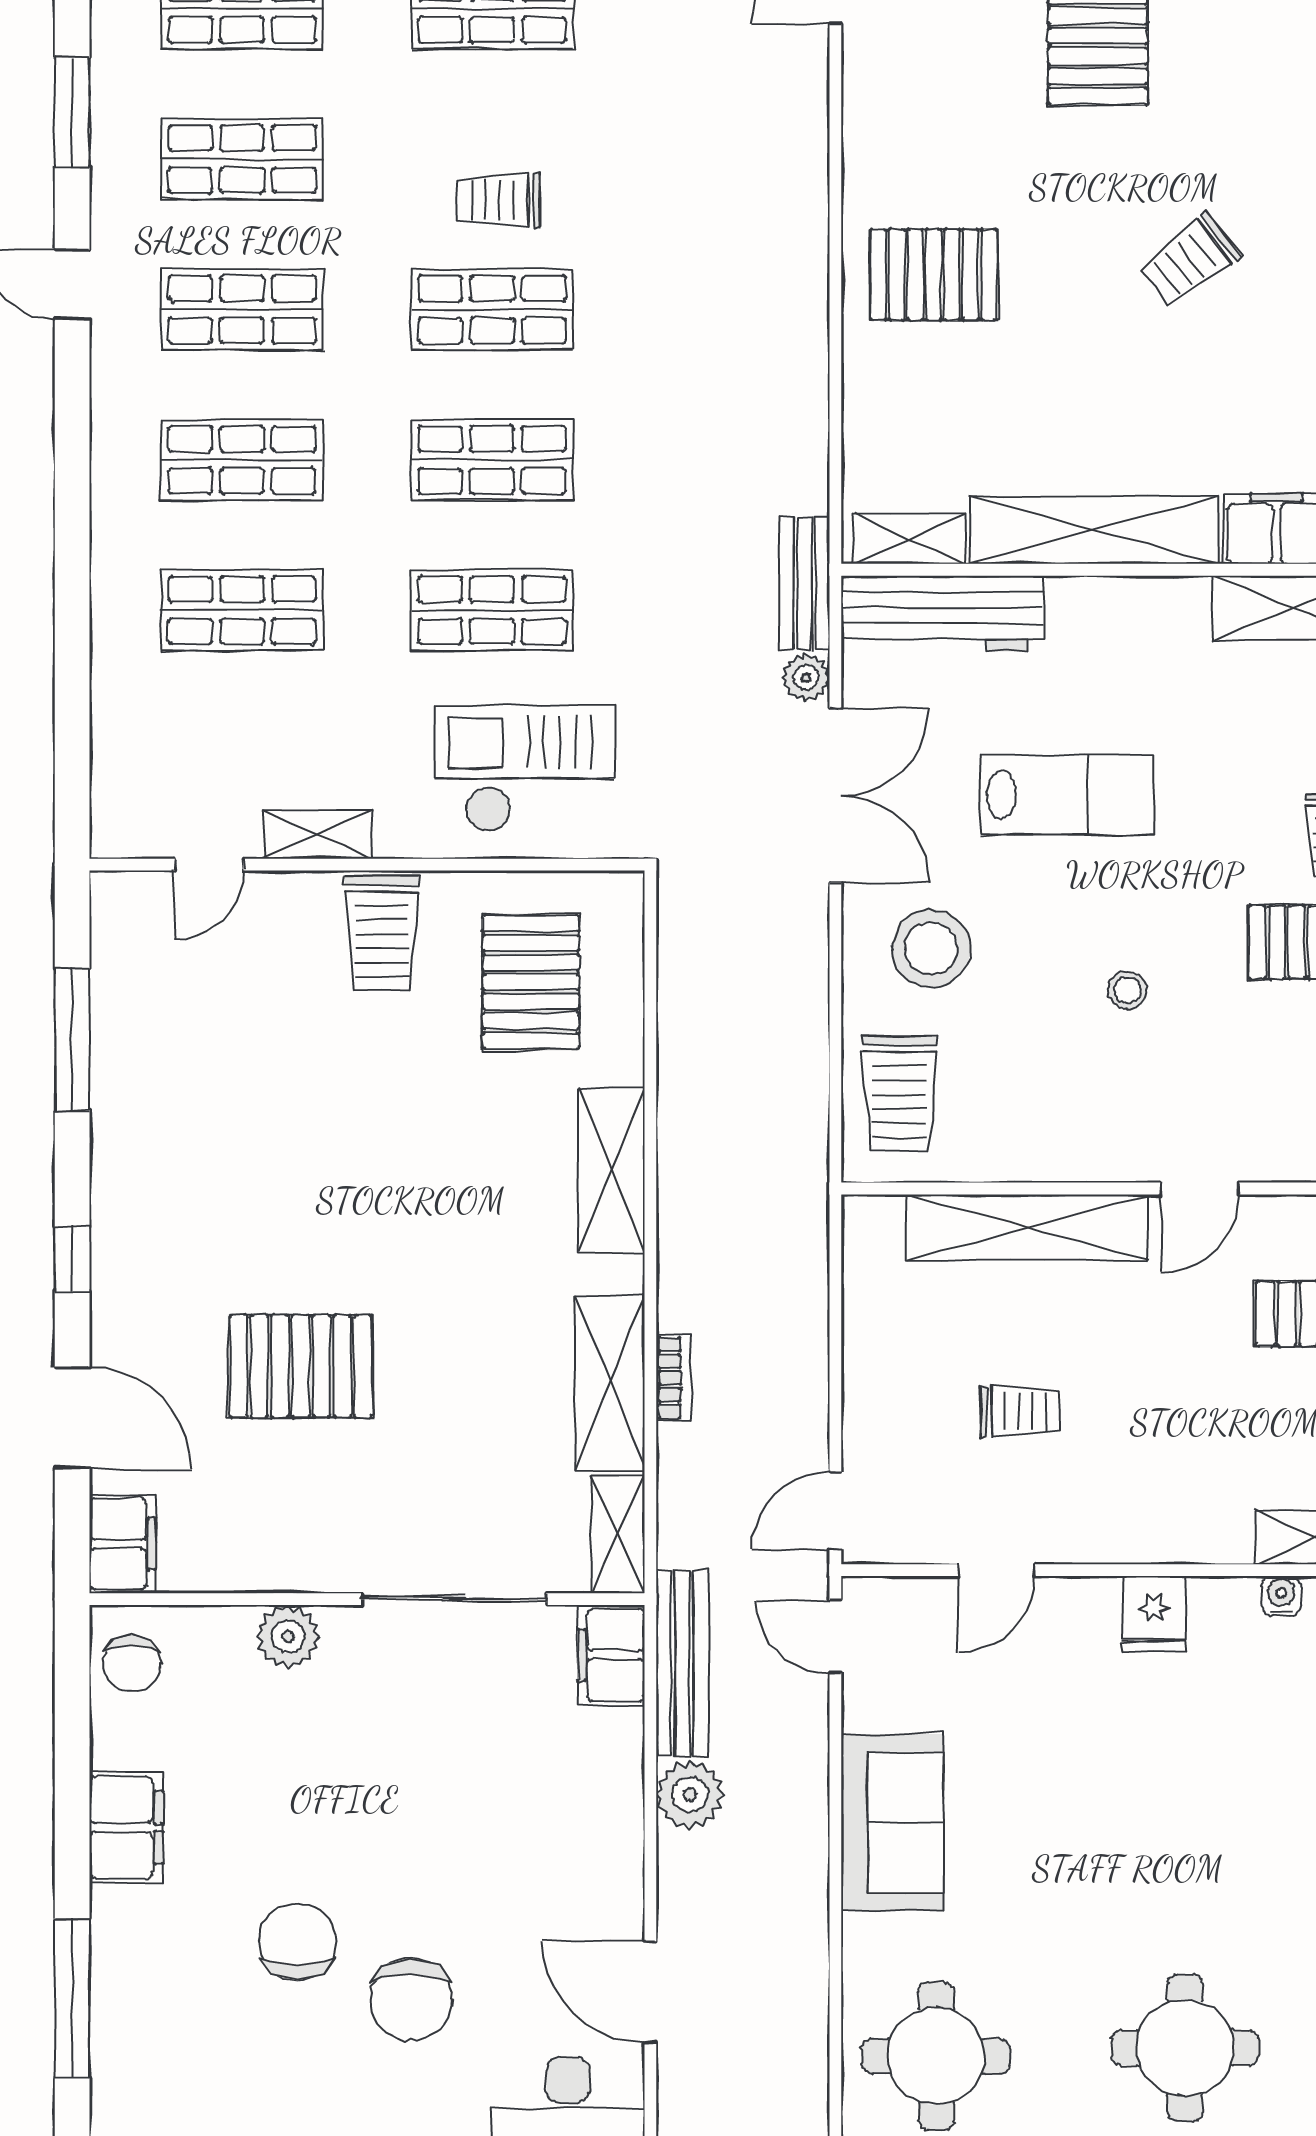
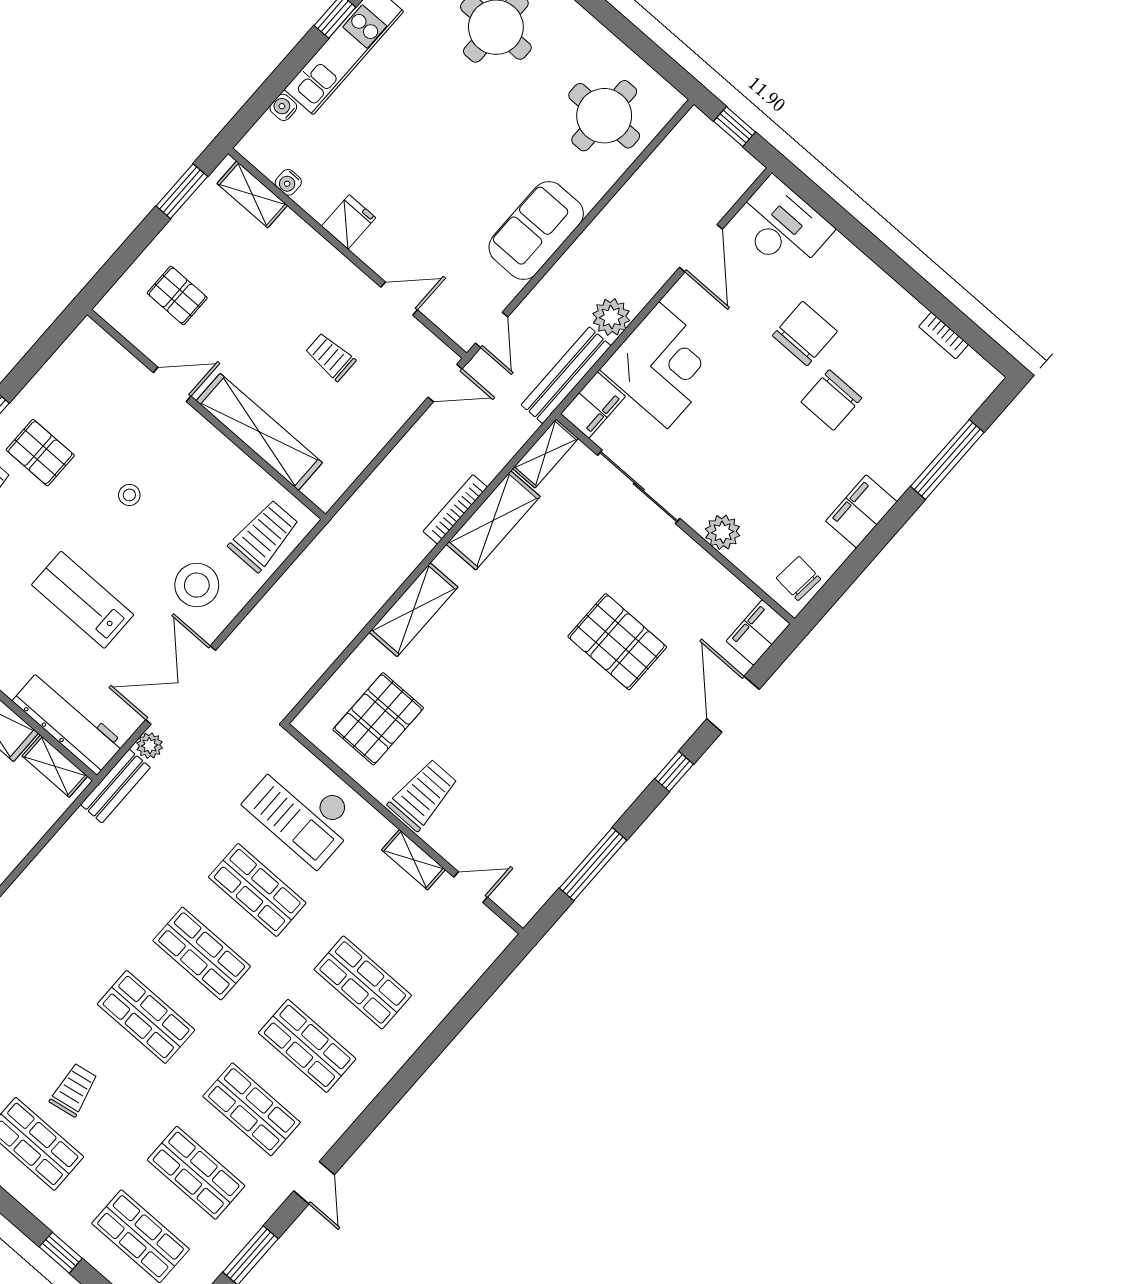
trolley: (499, 200) -> (74, 1090), moved, turned -100
bookcase: (674, 1378) -> (455, 509), width x1.56
chair: (132, 1664) -> (799, 579), turned -85
corner desk: (564, 1791) -> (663, 365), added

